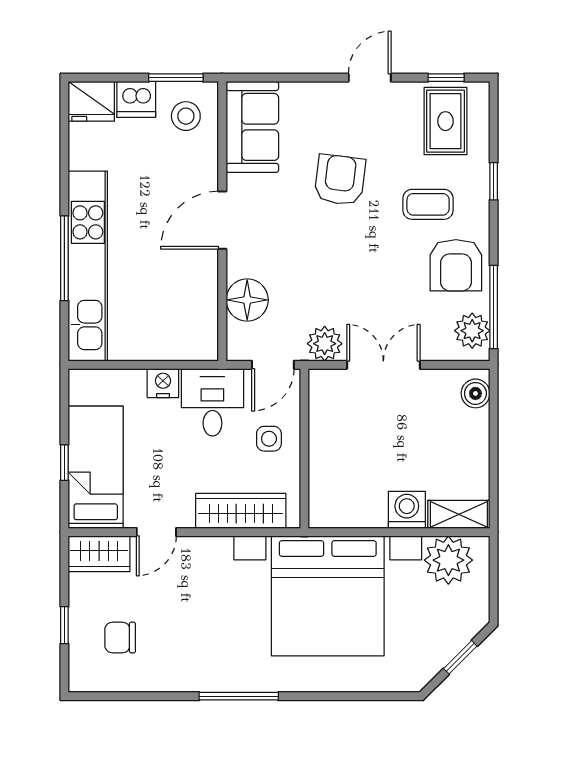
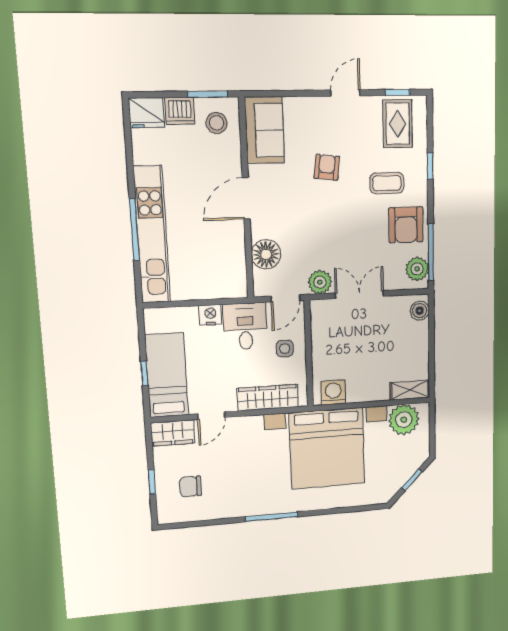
armchair: (340, 180) -> (327, 167), width x0.72, depth x0.72
washing machine: (407, 510) -> (333, 392), moved

